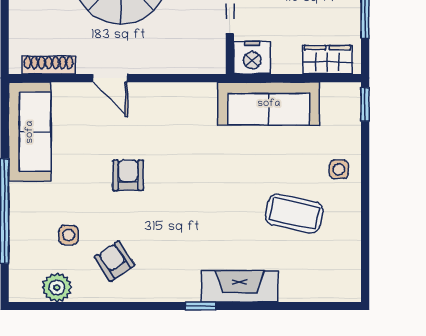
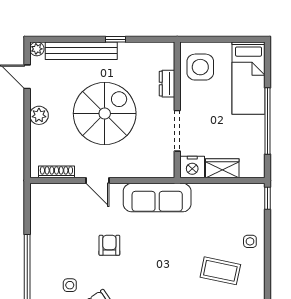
wardrobe: (327, 60) -> (222, 168), moved
sofa: (269, 104) -> (157, 198), moved
sofa: (30, 132) -> (44, 216), removed

